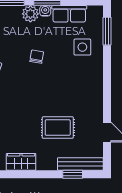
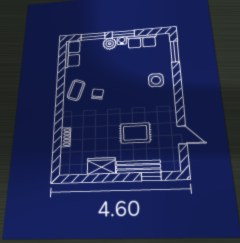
side table: (82, 47) -> (156, 80), moved
chair: (37, 57) -> (98, 94), moved
bench: (80, 164) -> (138, 167), moved

